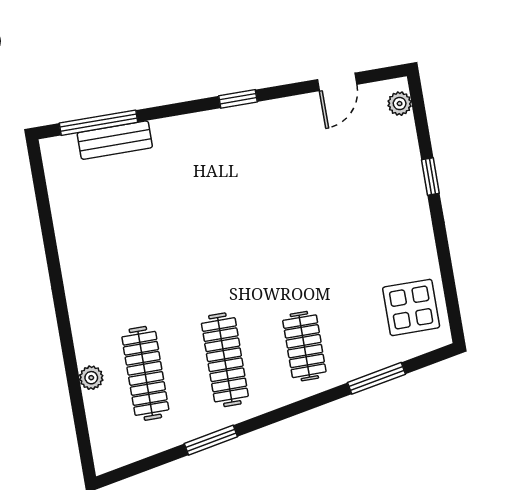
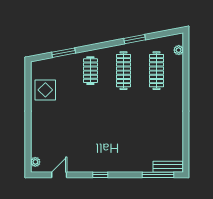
bench: (115, 140) -> (168, 167), moved
window: (430, 176) -> (28, 130), removed
display table: (411, 307) -> (45, 90), moved
plant: (91, 378) -> (179, 50), moved

